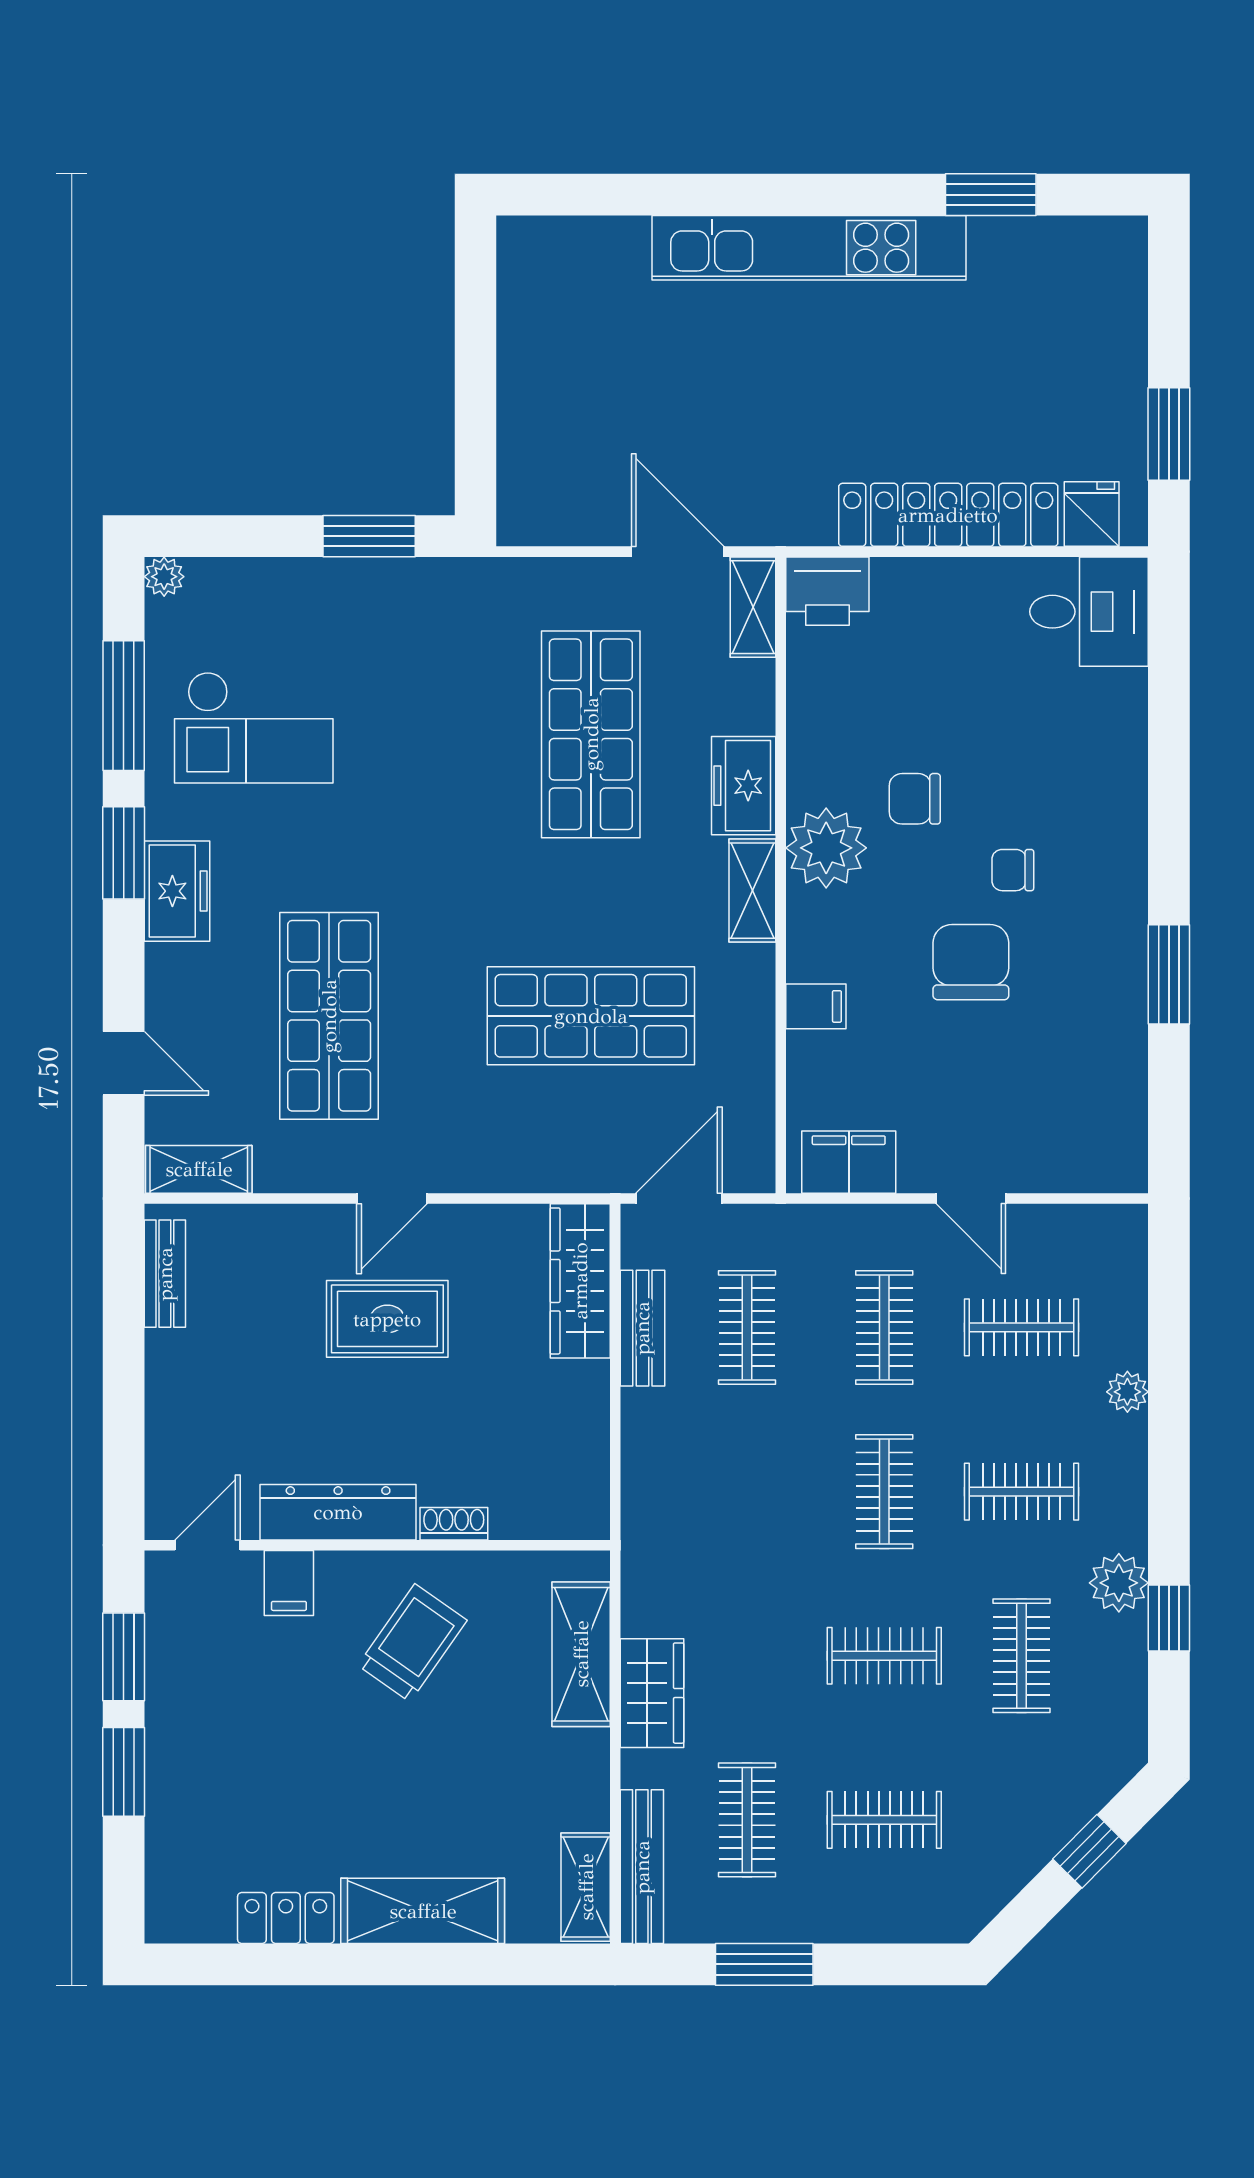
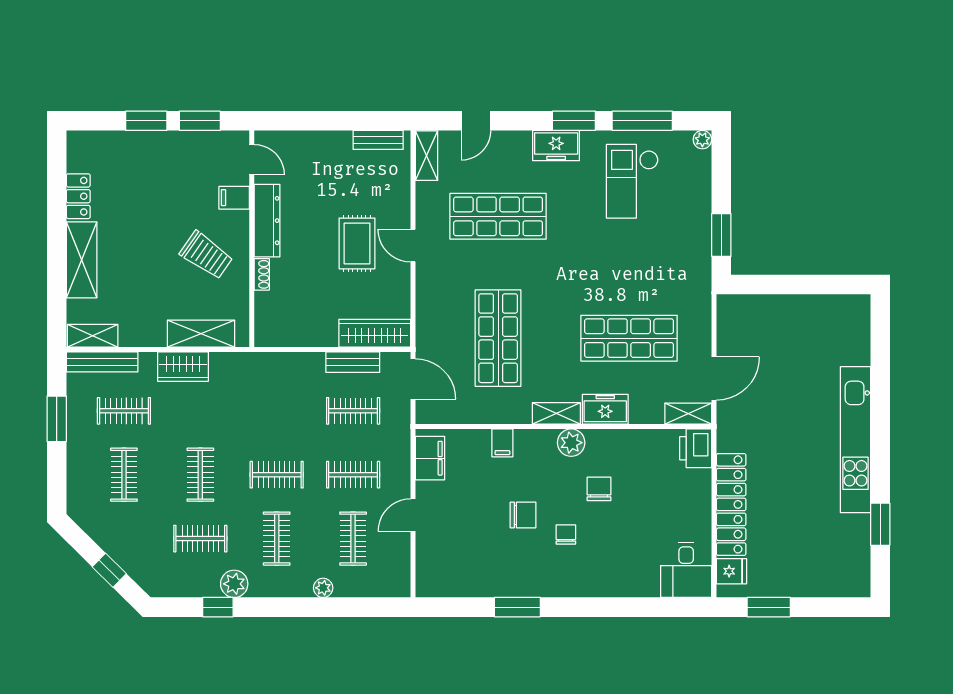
plant: (826, 848) -> (571, 443), width x0.73, depth x0.73
chair: (971, 962) -> (523, 515), width x0.73, depth x0.73

